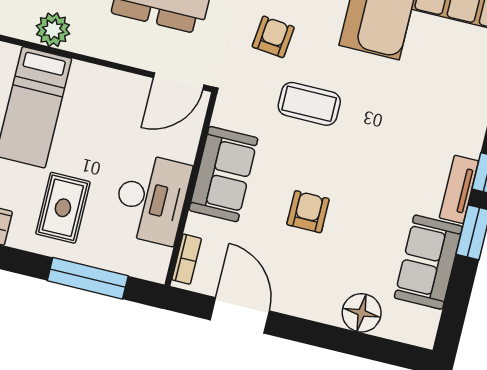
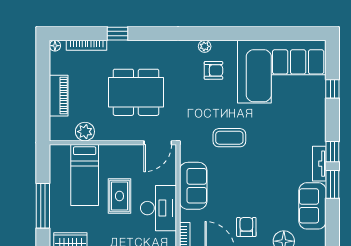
armchair: (273, 37) -> (202, 107), removed
rug: (63, 208) -> (119, 196), moved
armchair: (308, 212) -> (246, 227), moved

